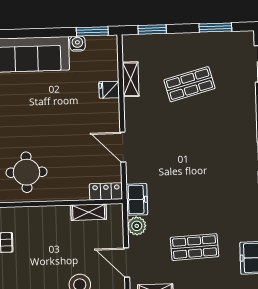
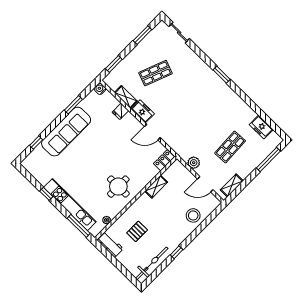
window: (92, 31) -> (73, 105), moved
water cooler: (77, 44) -> (100, 89), moved
shop shelf: (189, 84) -> (155, 73), turned 36
freezer: (137, 199) -> (143, 111), moved
shelving: (89, 212) -> (156, 187), moved

